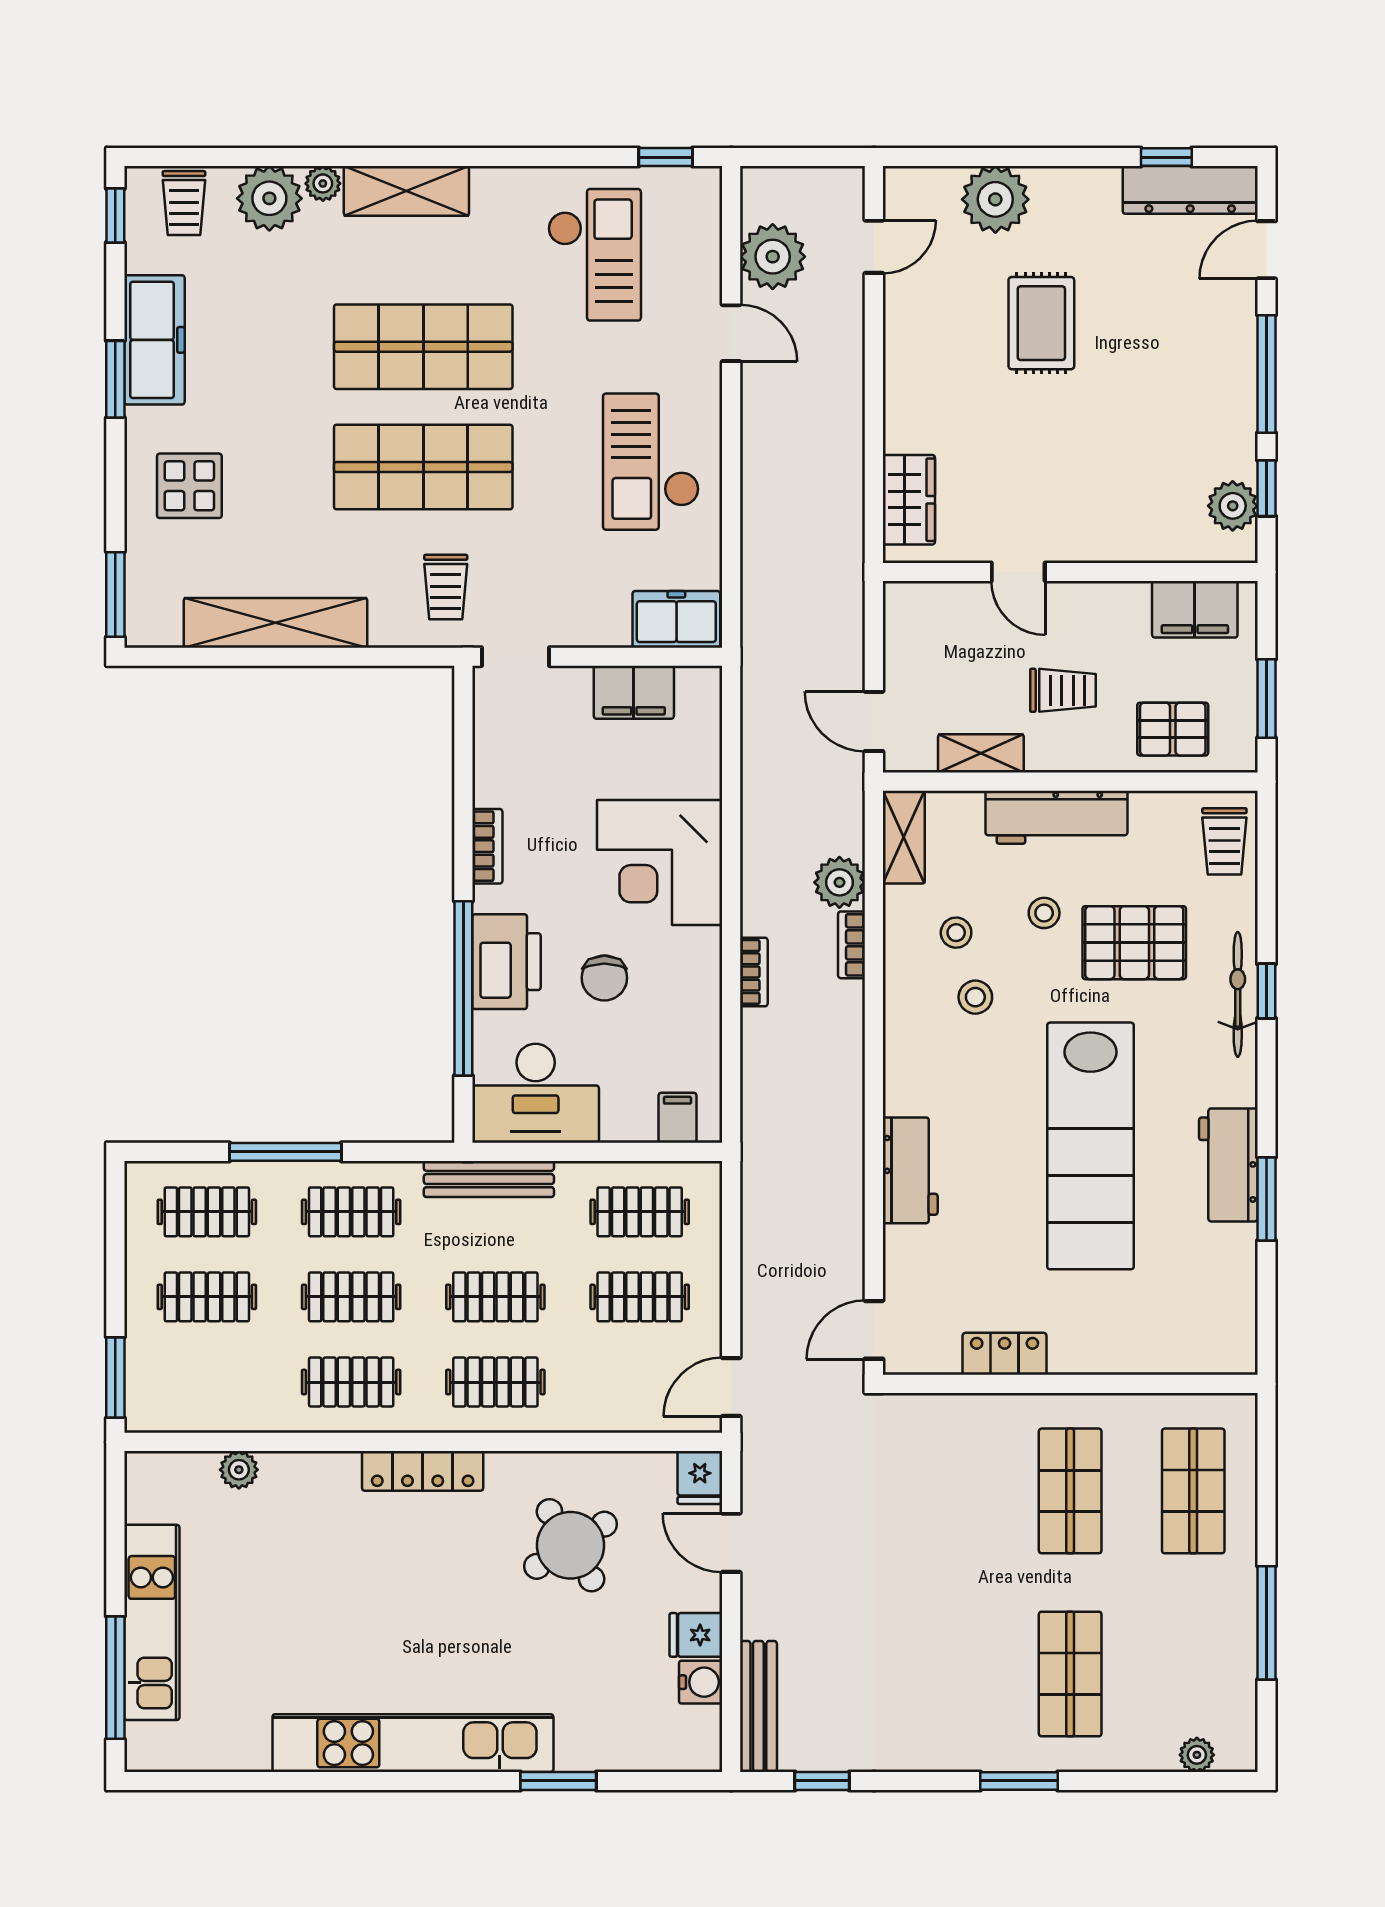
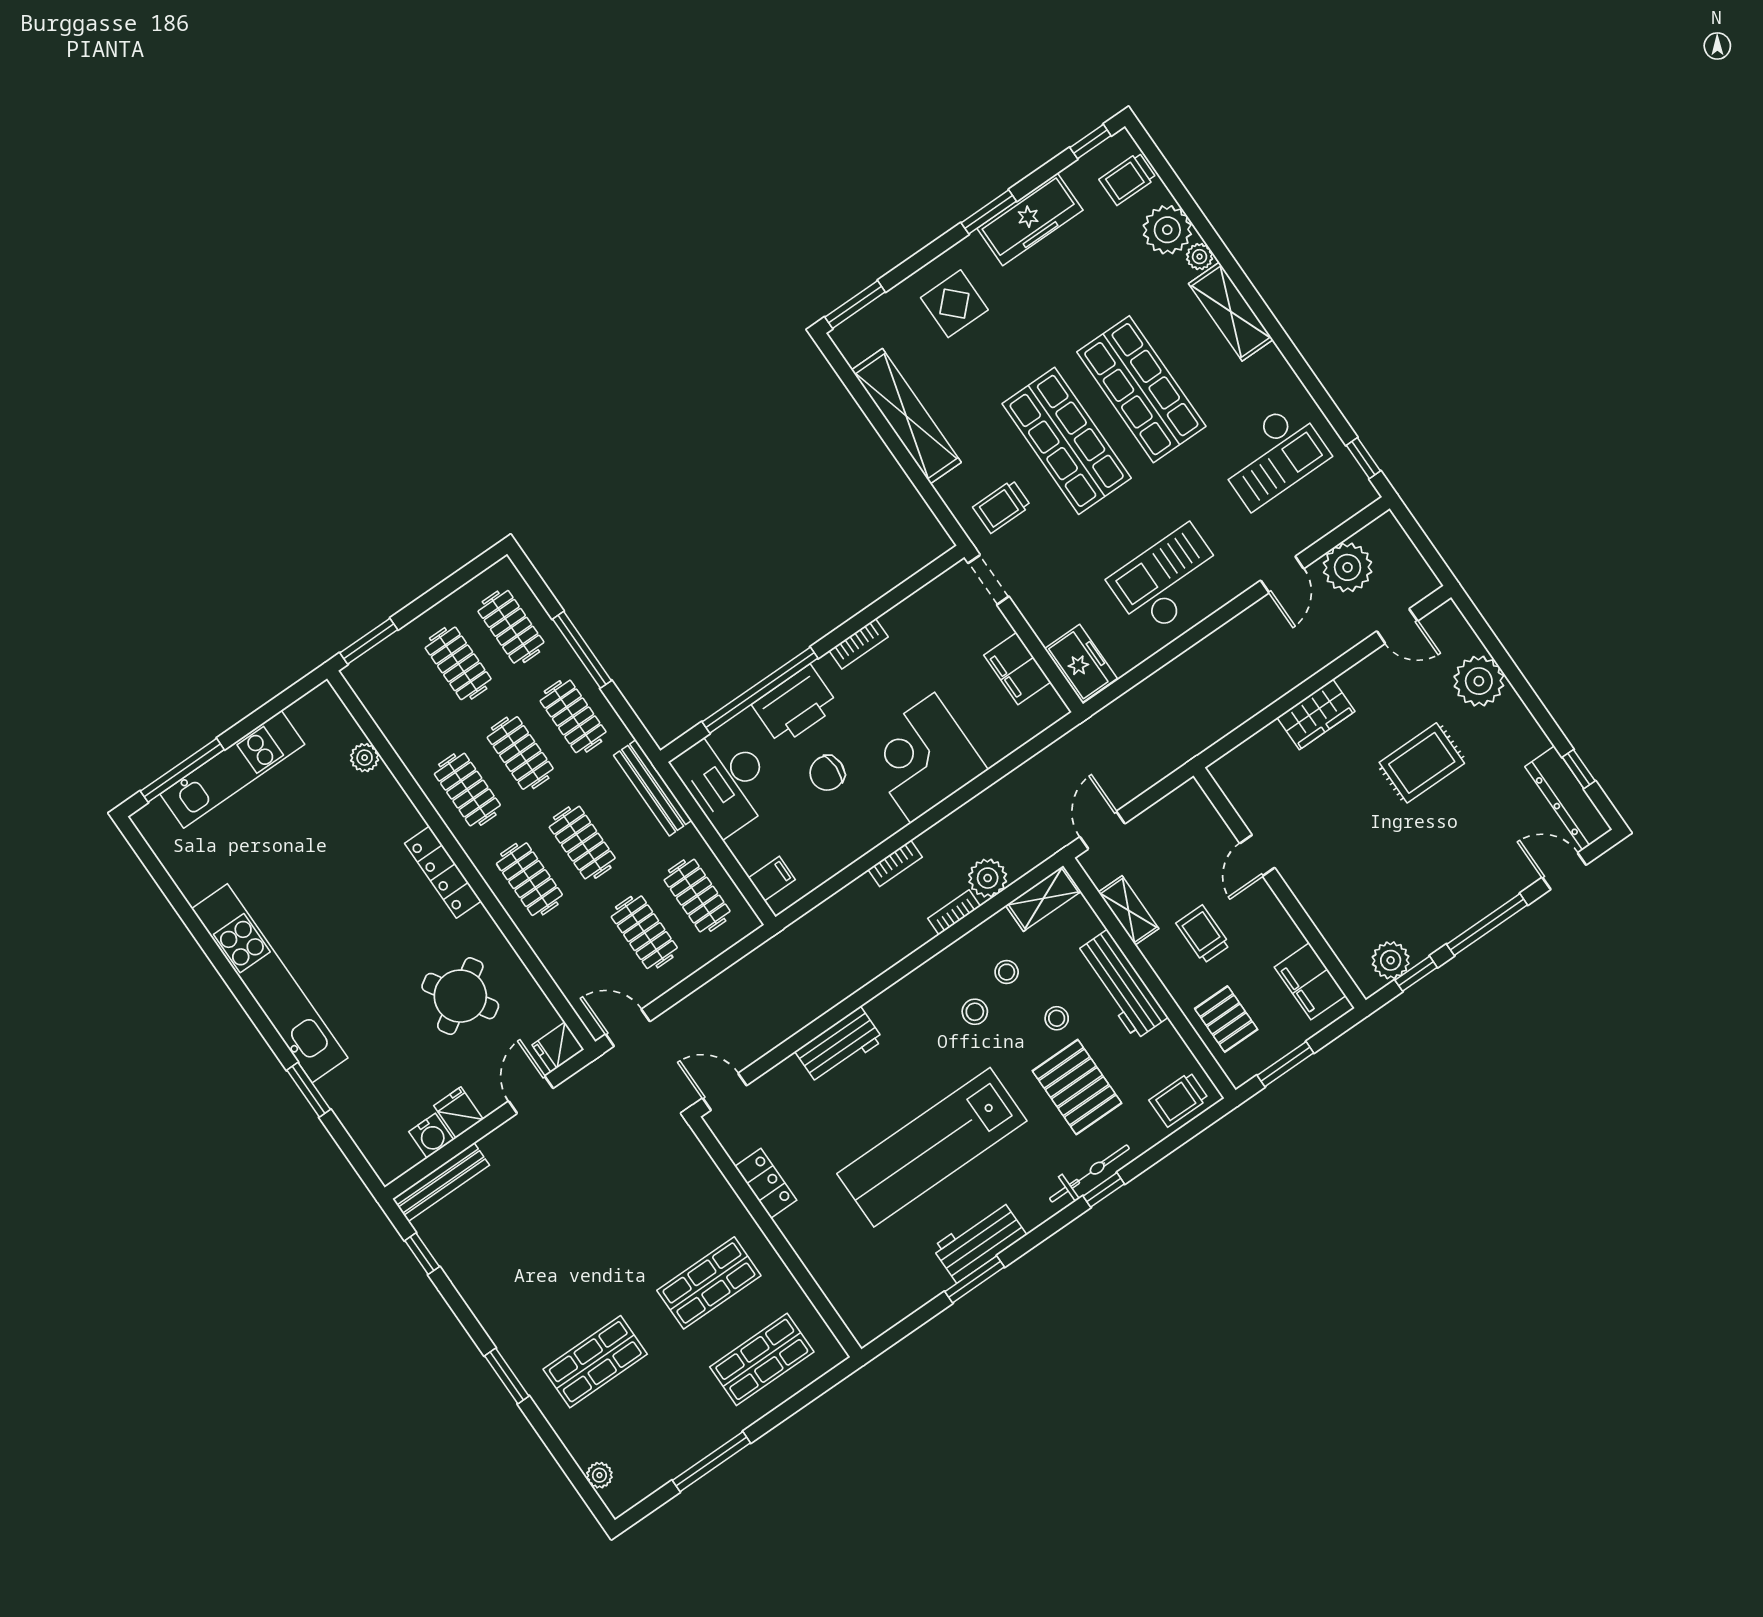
wardrobe: (909, 500) -> (1316, 714), moved
trolley: (1063, 690) -> (1203, 934), turned 180

